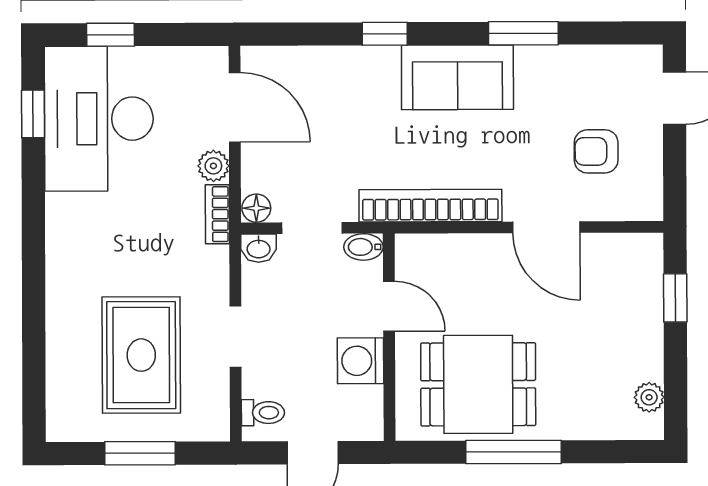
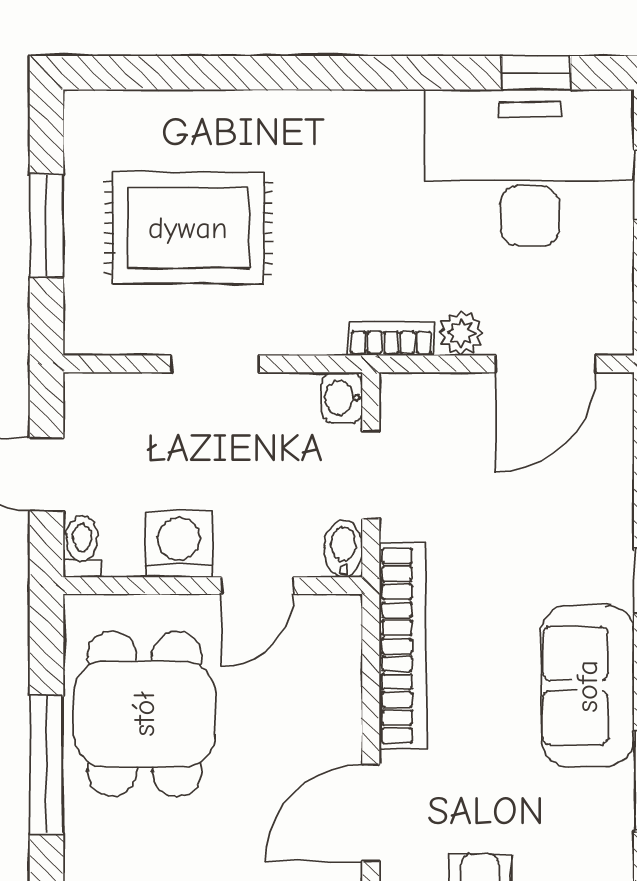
floor lamp: (256, 208) -> (400, 395), removed
toilet: (263, 413) -> (82, 546), moved, turned 180

